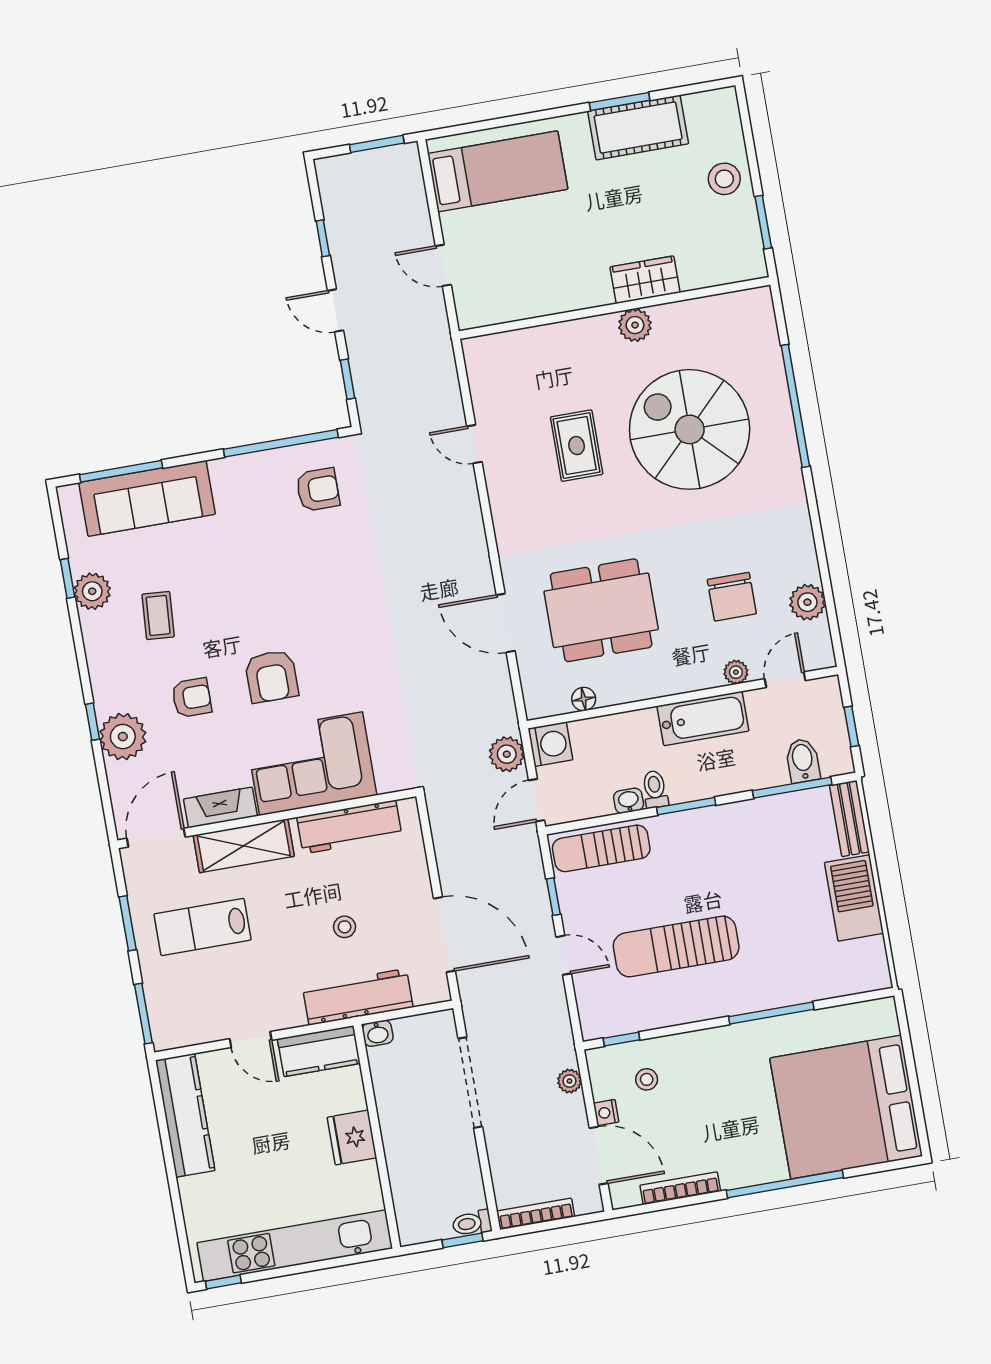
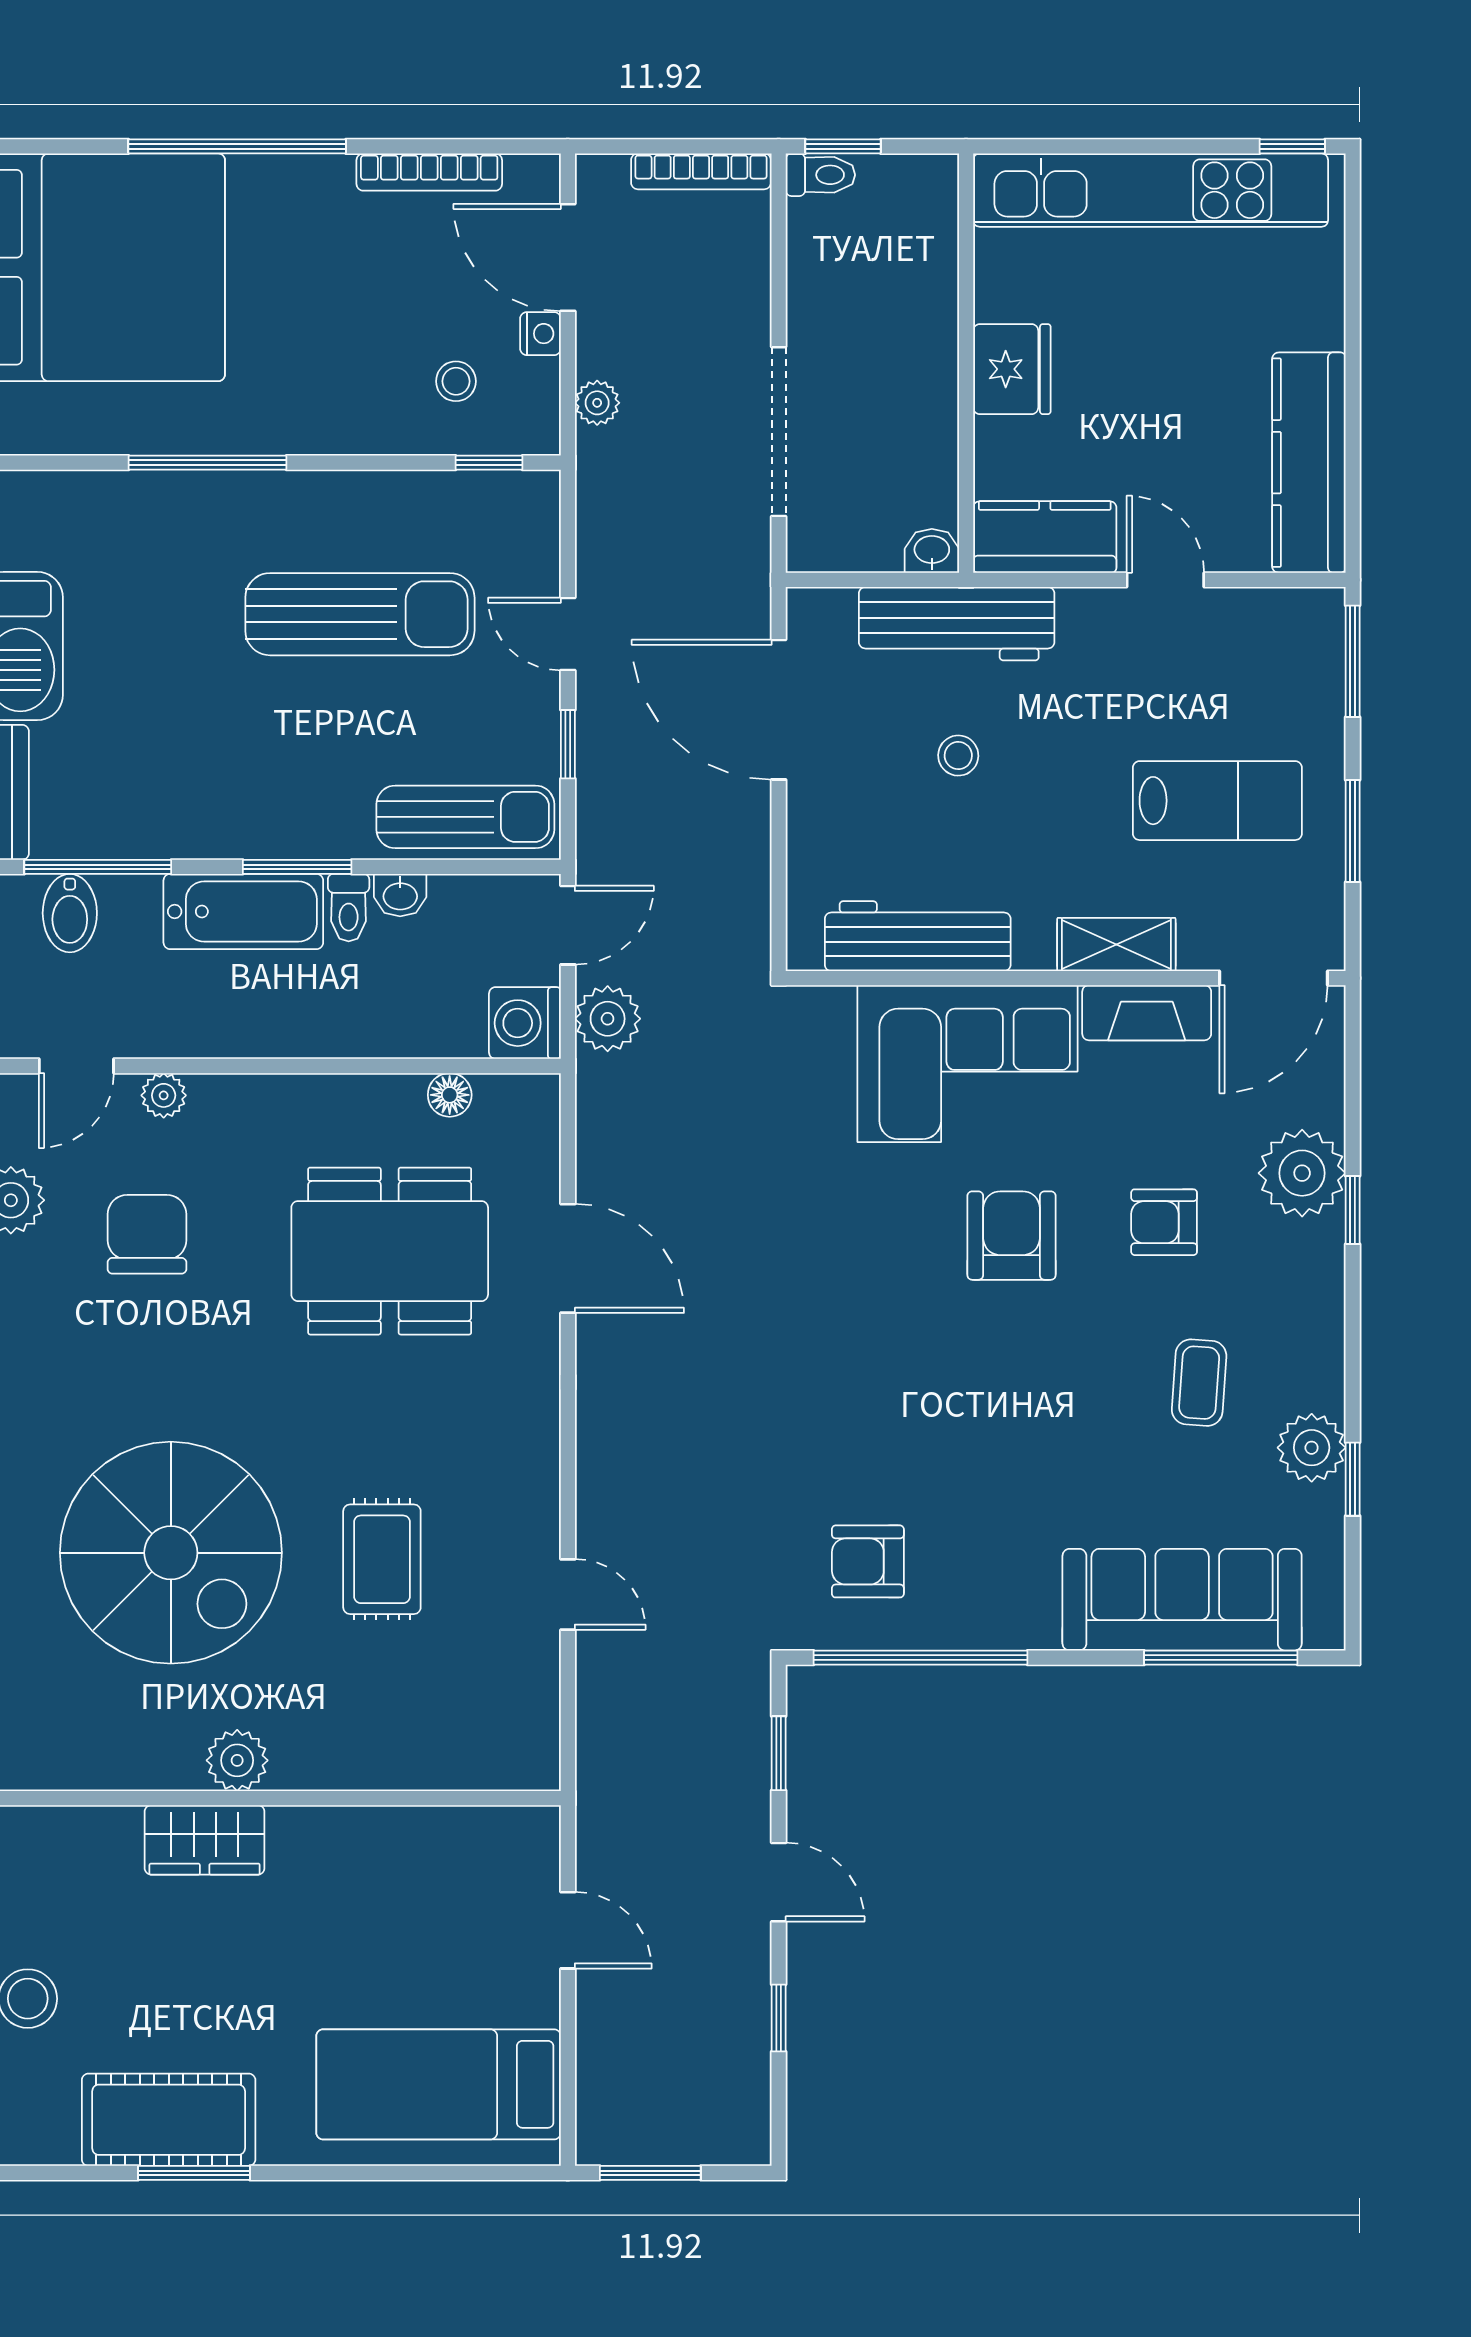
bathtub: (703, 719) -> (243, 912), moved, turned 180
shelving: (244, 846) -> (1116, 944), width x0.67, depth x0.75

